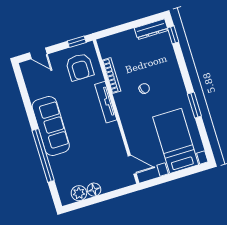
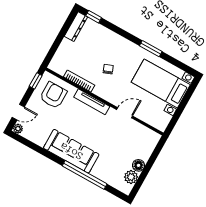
plant: (25, 67) -> (18, 129), added
armchair: (80, 67) -> (53, 95), turned -90
door: (132, 165) -> (125, 113), moved

